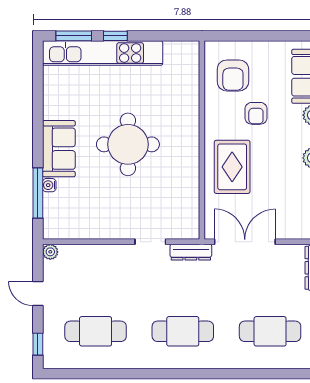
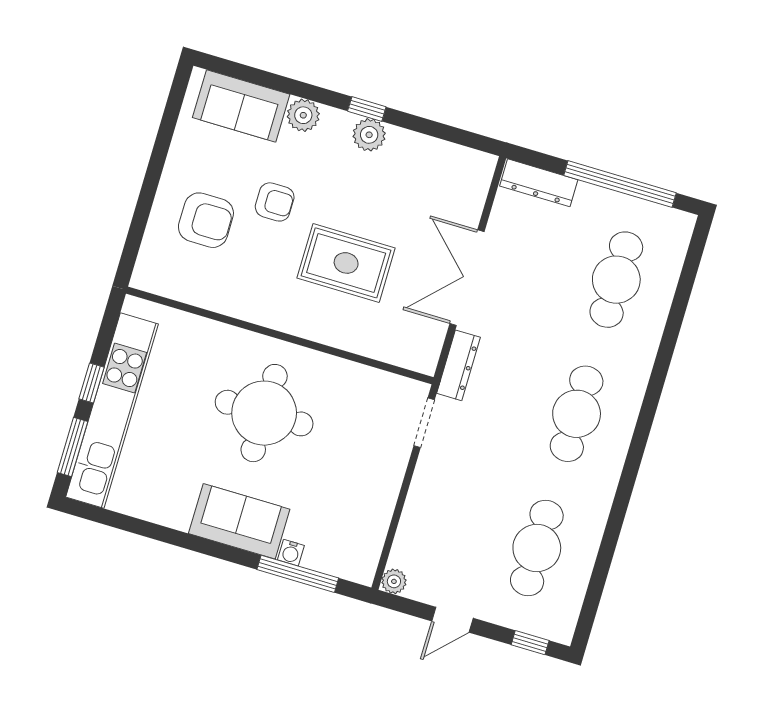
wall: (202, 140) -> (280, 335), moved

